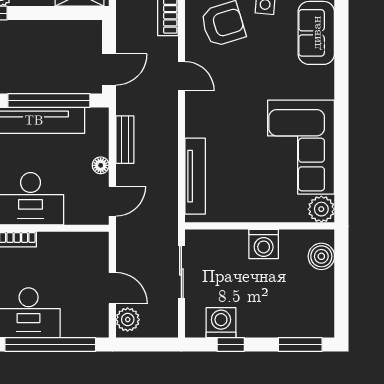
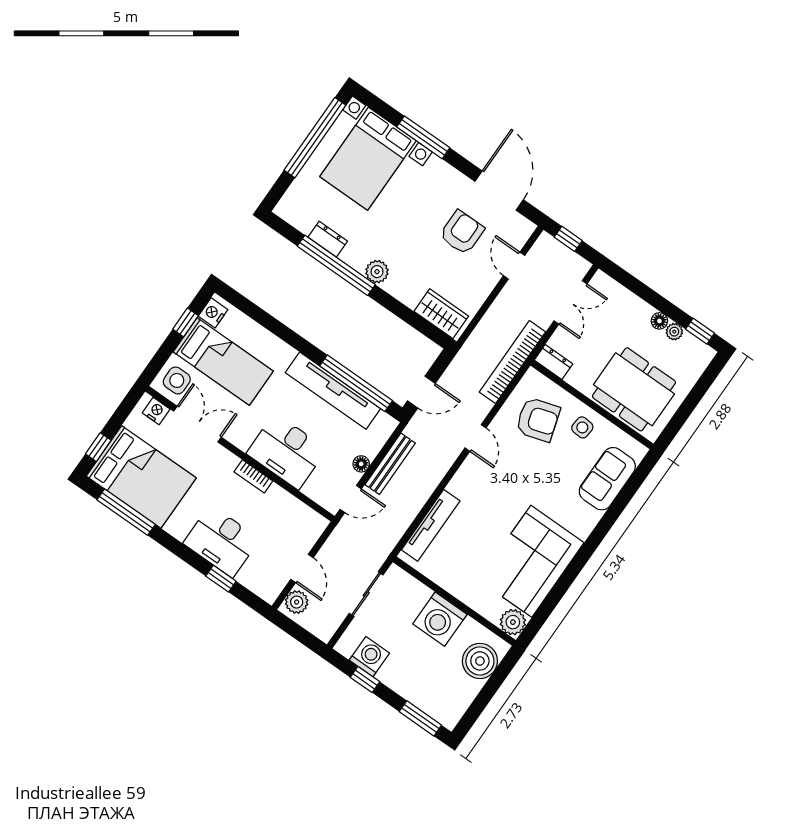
bench: (125, 140) -> (390, 464), width x1.36
washing machine: (264, 244) -> (440, 619), width x1.37, depth x1.37
boiler: (321, 256) -> (480, 661), width x1.37, depth x1.37
window: (50, 344) -> (221, 579), width x0.32

